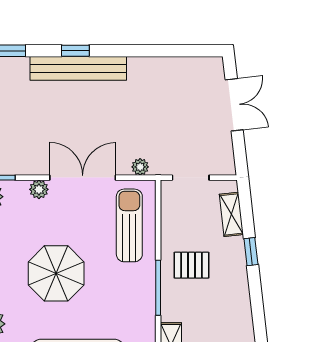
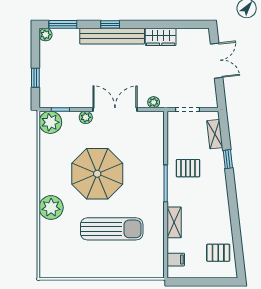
wardrobe: (151, 70) -> (161, 37), added
sun lounger: (129, 225) -> (146, 142), removed
parasol: (56, 273) -> (97, 174), width x1.36, depth x1.36

